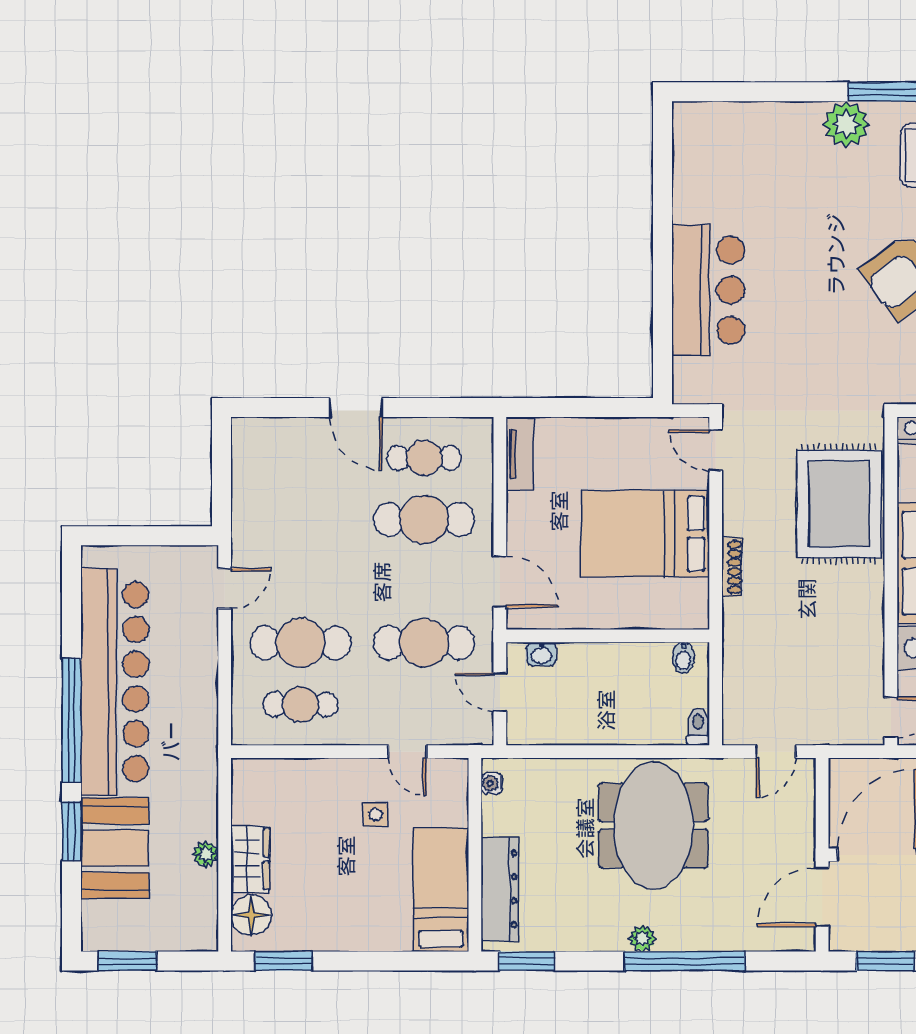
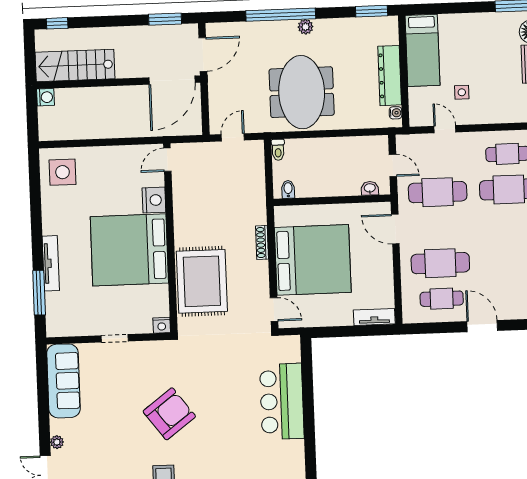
tv unit: (520, 454) -> (374, 317), moved, turned 90
bed: (645, 534) -> (313, 260), width x1.36
dresser: (500, 889) -> (390, 76), moved

